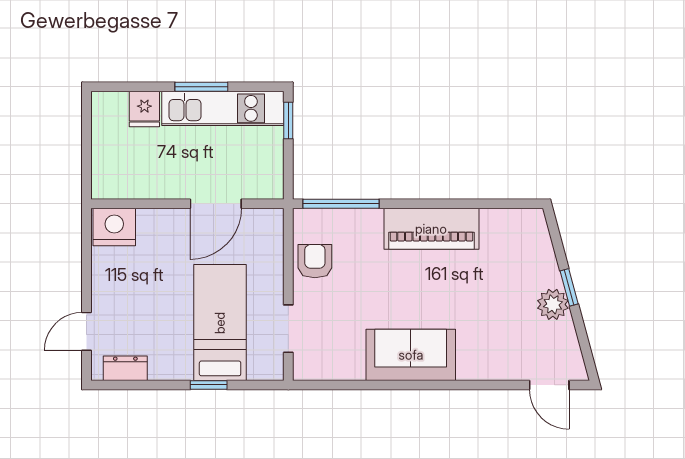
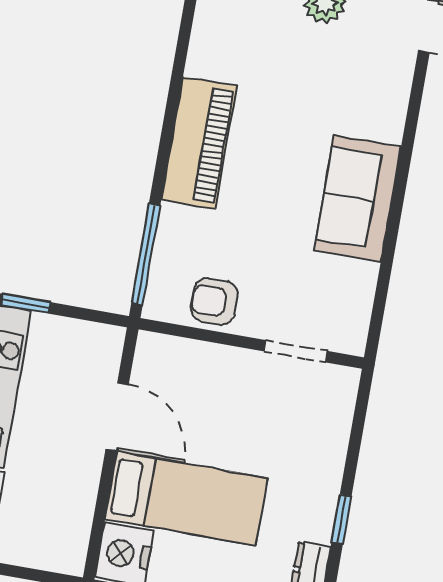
bed: (220, 323) -> (186, 498), moved, turned 180
window: (209, 385) -> (341, 519), moved

